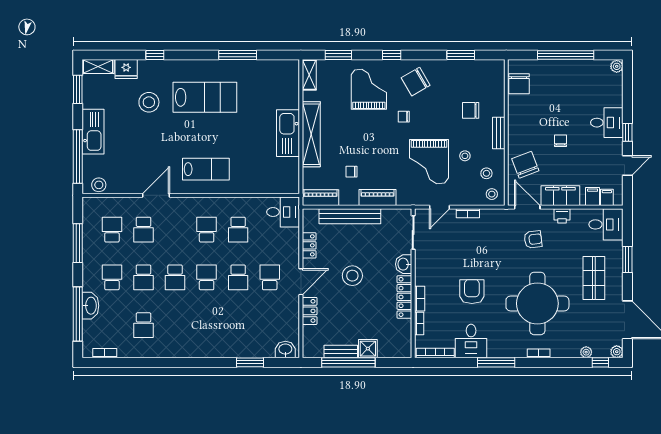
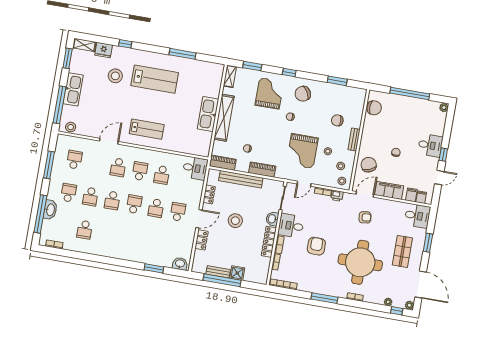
chair: (519, 84) -> (374, 108), turned -90
door: (527, 207) -> (365, 194), hinge flipped
printer: (562, 216) -> (337, 196), moved
school desk: (144, 230) -> (118, 167), moved
desk: (471, 341) -> (291, 226), moved, turned 90

